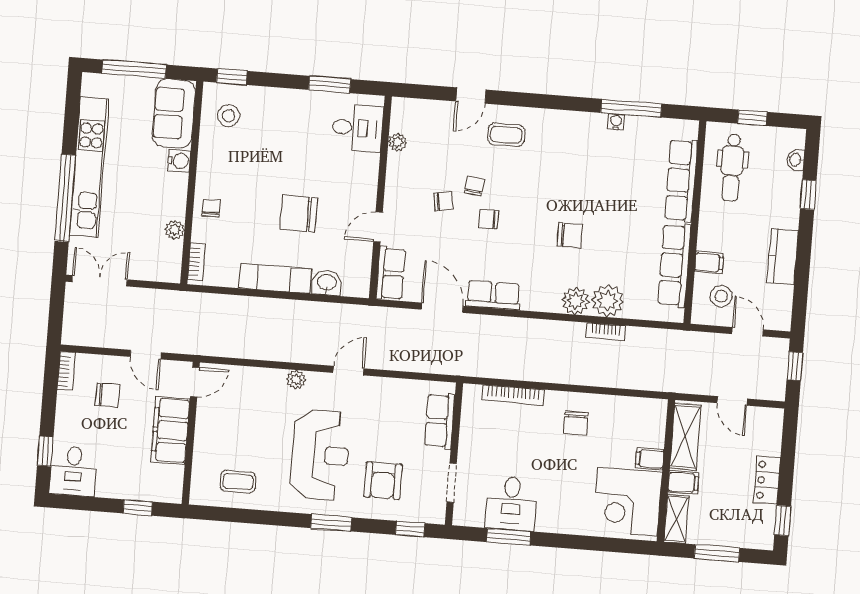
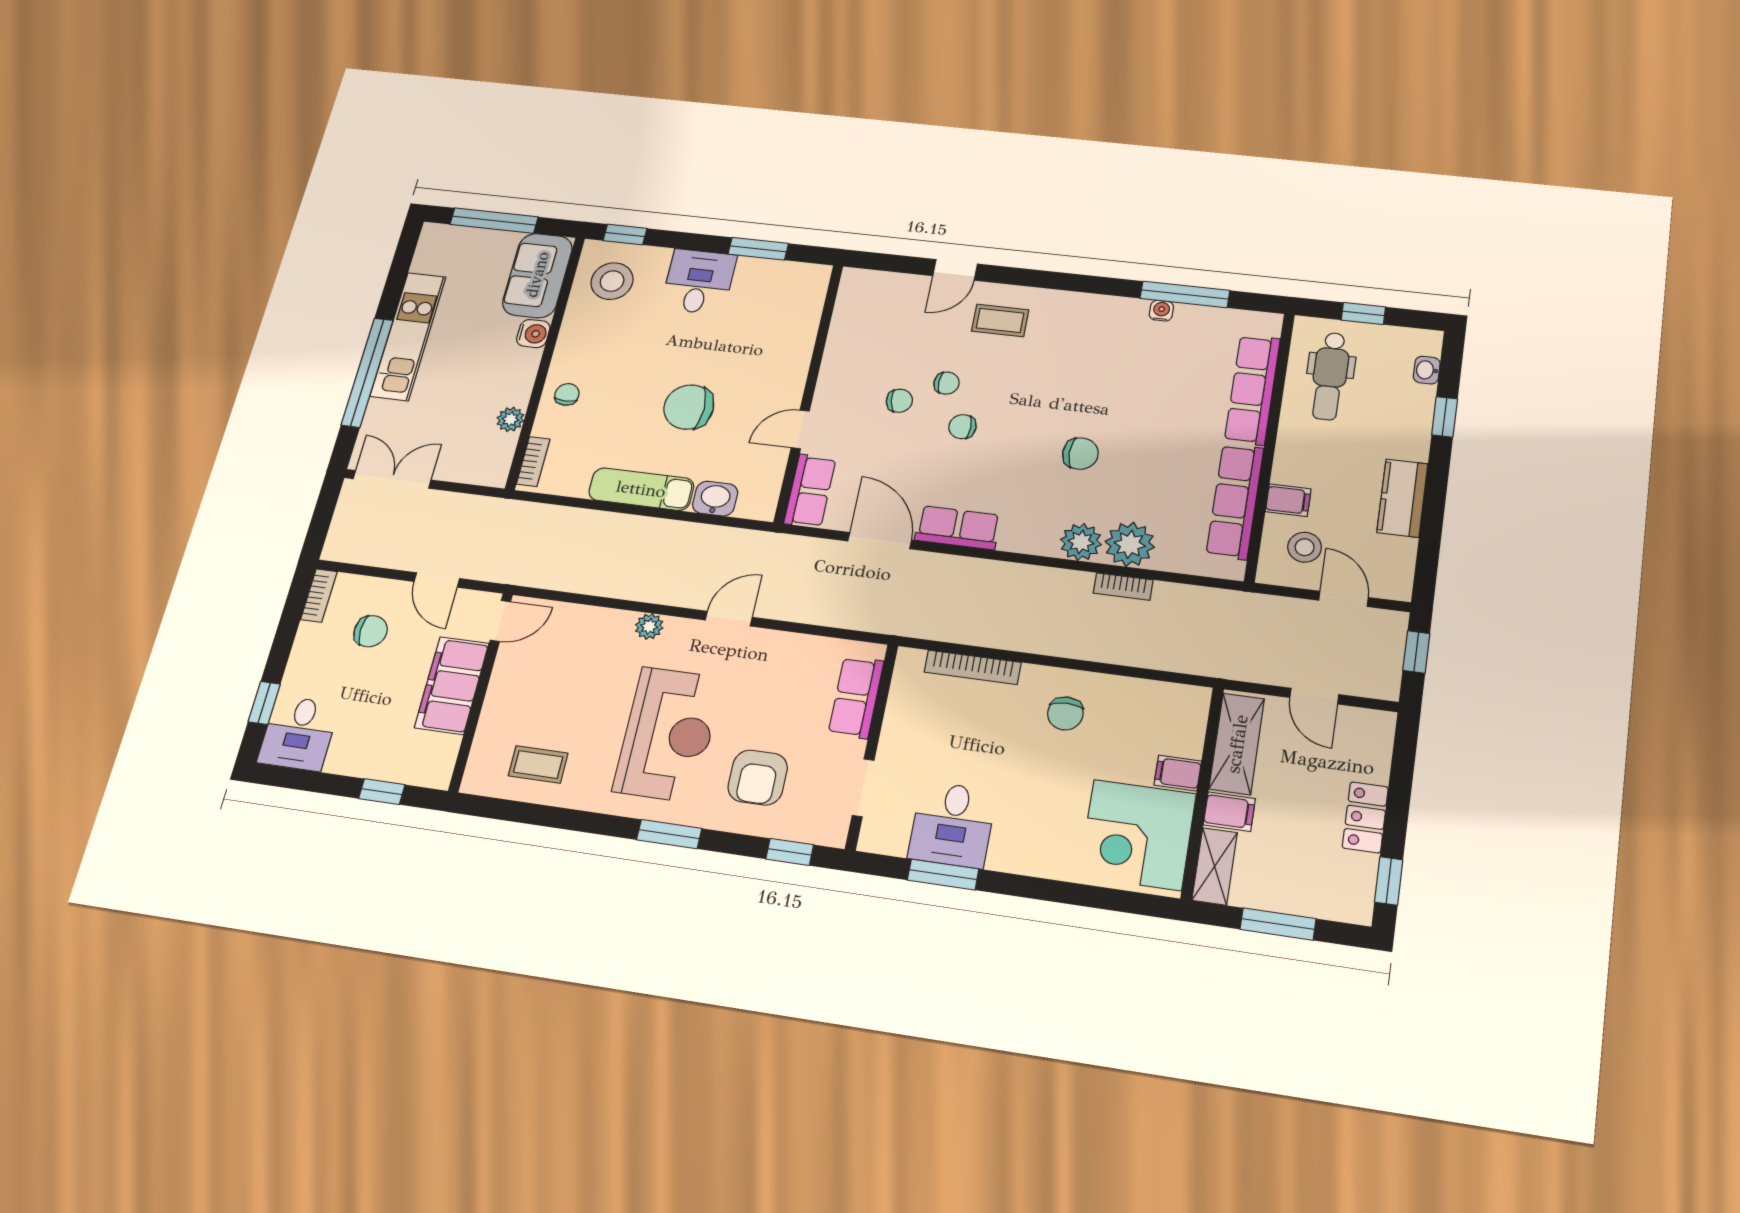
stool: (229, 116) -> (612, 281), width x1.38, depth x1.38
desk: (357, 128) -> (699, 282), moved, turned -90
plant: (397, 142) -> (843, 323), removed
kitchen unit: (89, 167) -> (408, 336), width x0.73
chair: (474, 186) -> (947, 383), turned 84

